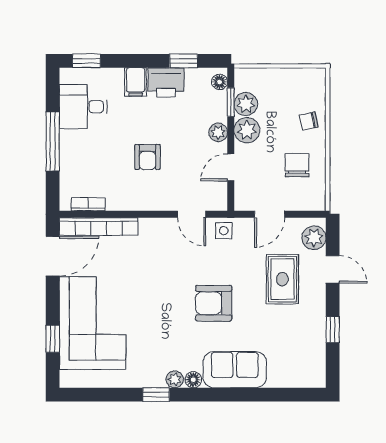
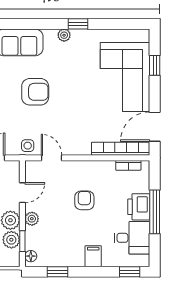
printer: (166, 82) -> (139, 207), moved, turned -90
floor lamp: (193, 380) -> (50, 35), removed

